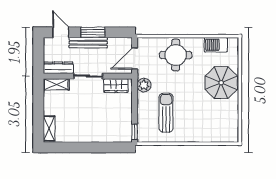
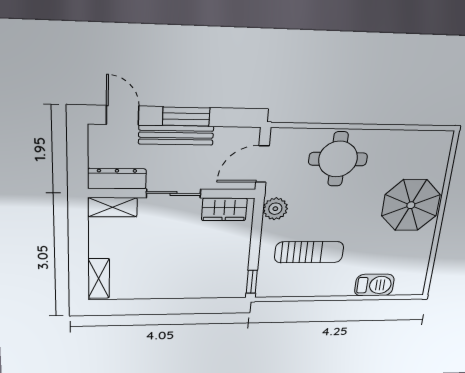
barbecue: (216, 45) -> (374, 285), moved, turned 180
sun lounger: (166, 113) -> (309, 252), turned 90

